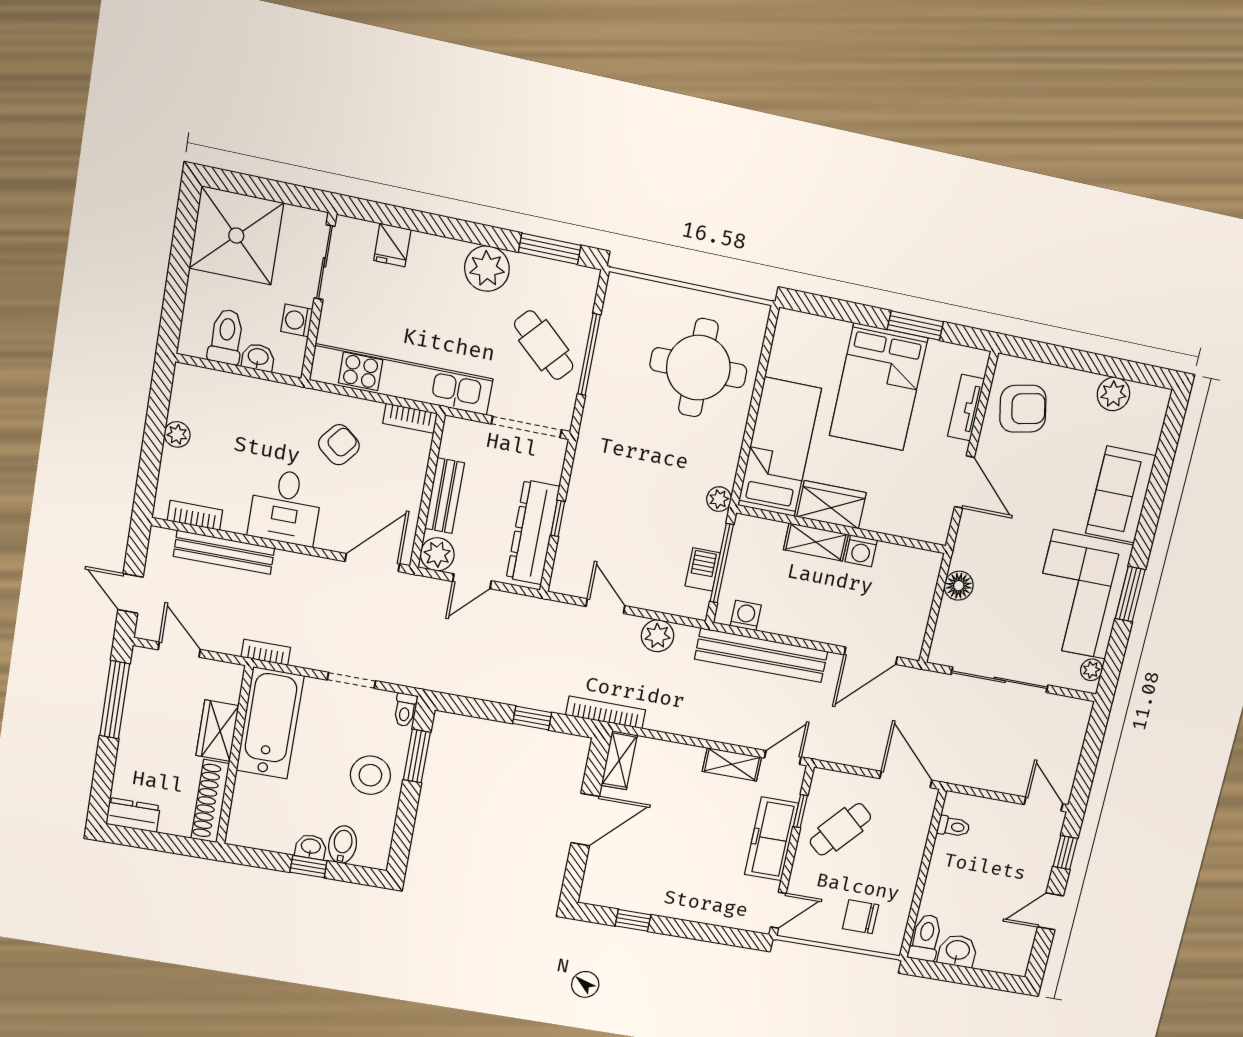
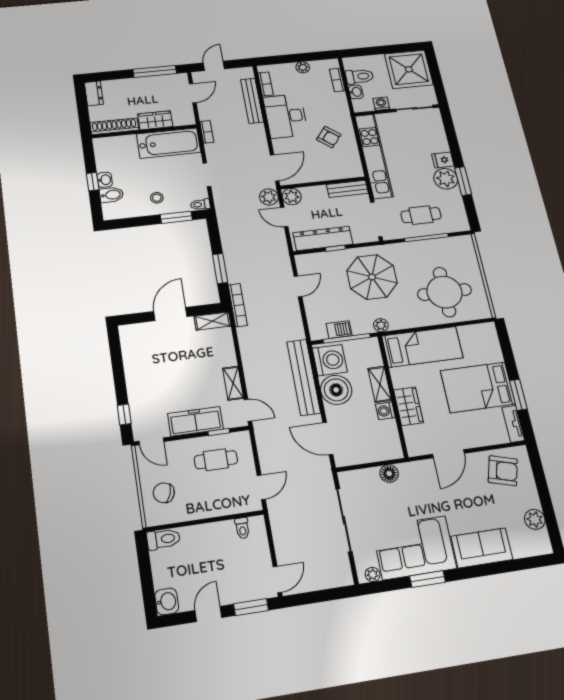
fridge: (392, 245) -> (443, 160), moved
window: (550, 249) -> (463, 181), moved
cafe table: (544, 345) -> (421, 215), turned 48
tv unit: (966, 408) -> (513, 424), moved, turned -90
armchair: (1023, 409) -> (503, 471), turned -62
bookcase: (410, 418) -> (337, 80), moved
parasol: (630, 478) -> (372, 277), added
bench: (445, 496) -> (347, 189), moved
wardrobe: (831, 505) -> (408, 406), moved
desk: (285, 507) -> (286, 116), width x1.37
door: (372, 563) -> (275, 168), hinge flipped
boiler: (800, 613) -> (336, 390), added
washing machine: (746, 615) -> (330, 360), width x1.89, depth x1.89
plant: (658, 636) -> (269, 197), moved
window: (532, 718) -> (220, 268), width x1.50
stool: (370, 775) -> (157, 198), width x0.53, depth x0.53
door: (906, 779) -> (261, 487), width x0.73
door: (585, 819) -> (170, 314), swing flipped
cafe table: (840, 829) -> (216, 460), turned -41
window: (1065, 852) -> (251, 607), width x1.50
door: (1050, 911) -> (208, 614), hinge flipped
chair: (861, 917) -> (164, 493), turned -71
window: (633, 920) -> (124, 414), moved
washbasin: (958, 951) -> (167, 601), moved

